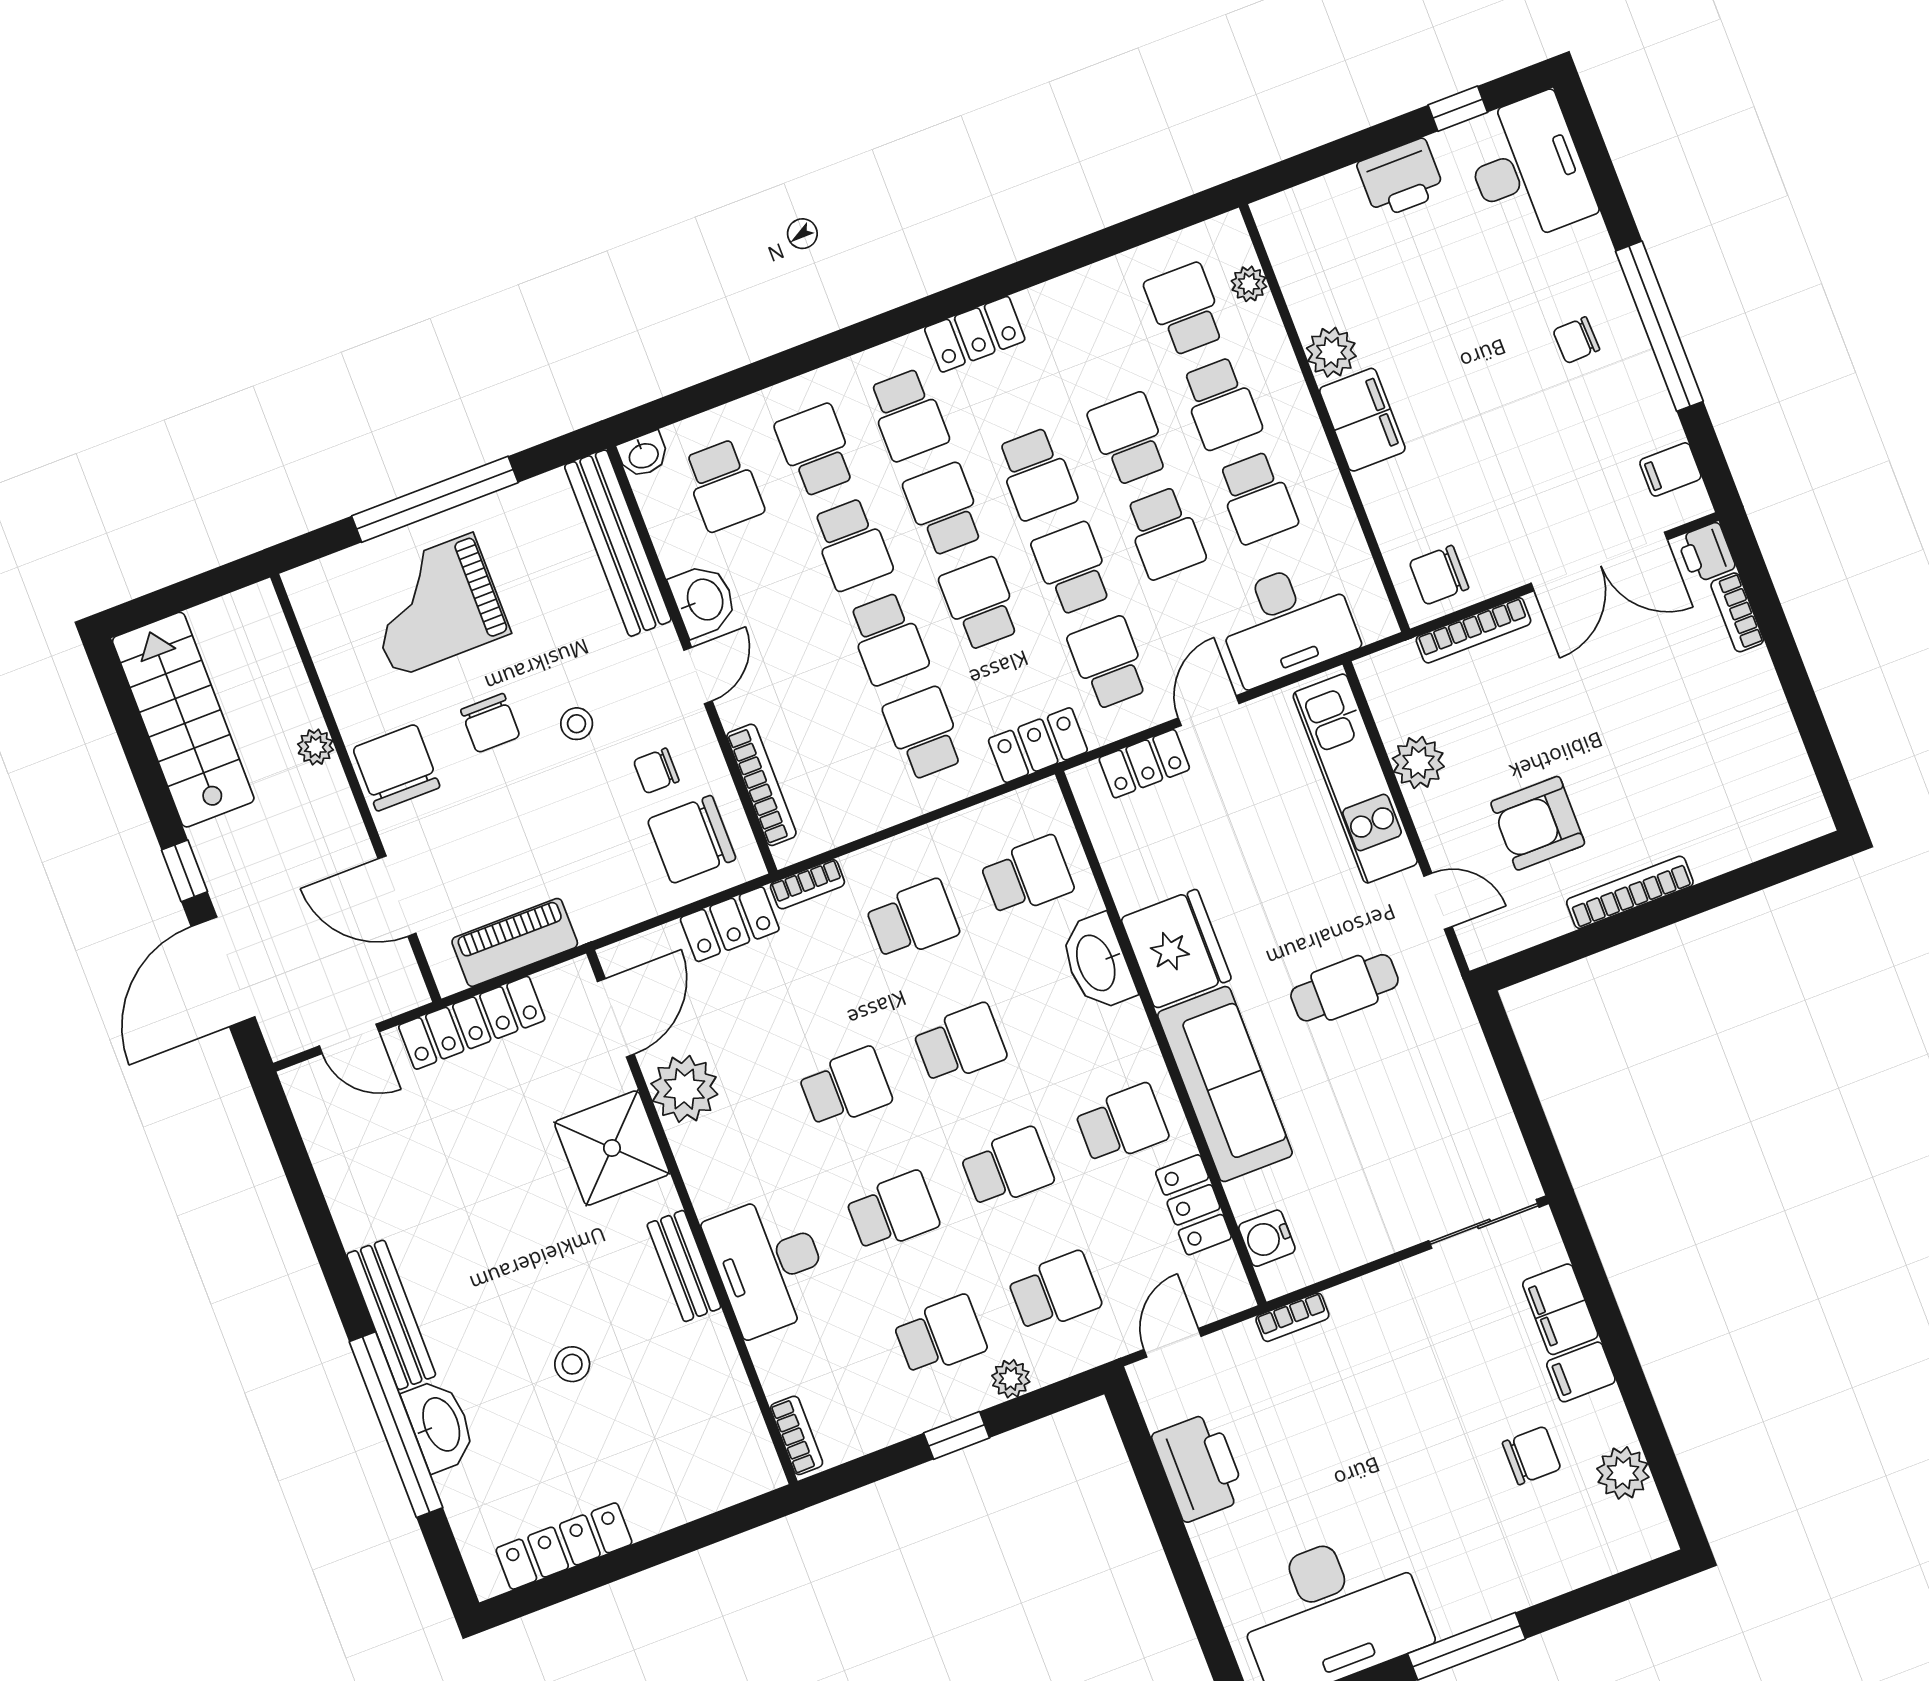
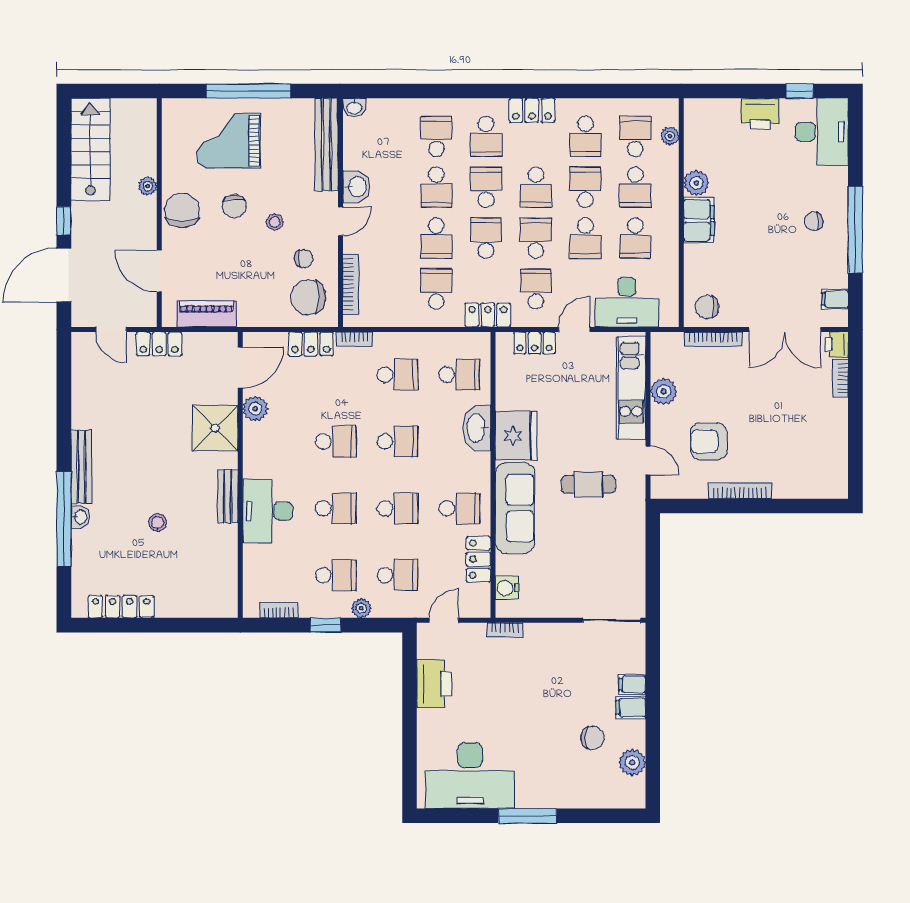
school desk: (723, 485) -> (586, 136), moved
chair: (656, 771) -> (304, 259), turned 180
locker: (472, 1023) -> (159, 344), width x0.66
plant: (684, 1089) -> (255, 409), width x0.73, depth x0.73
filing cabinet: (1560, 1309) -> (632, 684), width x0.50
washbasin: (440, 1425) -> (80, 517), width x0.52, depth x0.69
bookcase: (797, 1435) -> (279, 610), moved, turned -90

